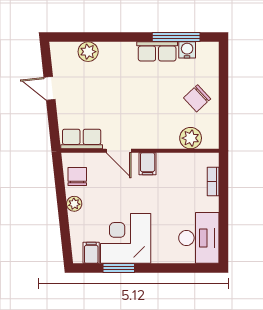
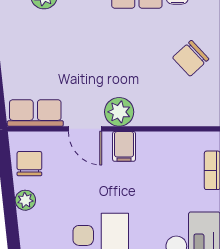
plant: (191, 138) -> (119, 112), moved

